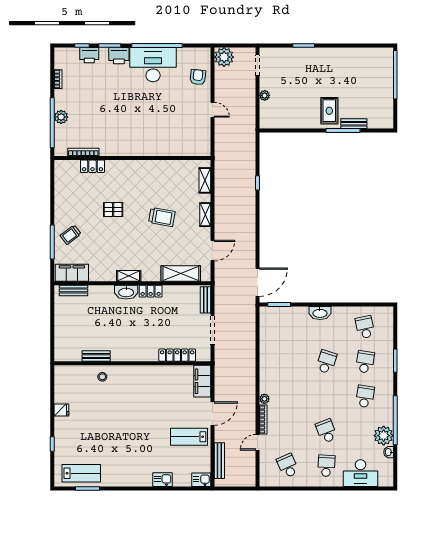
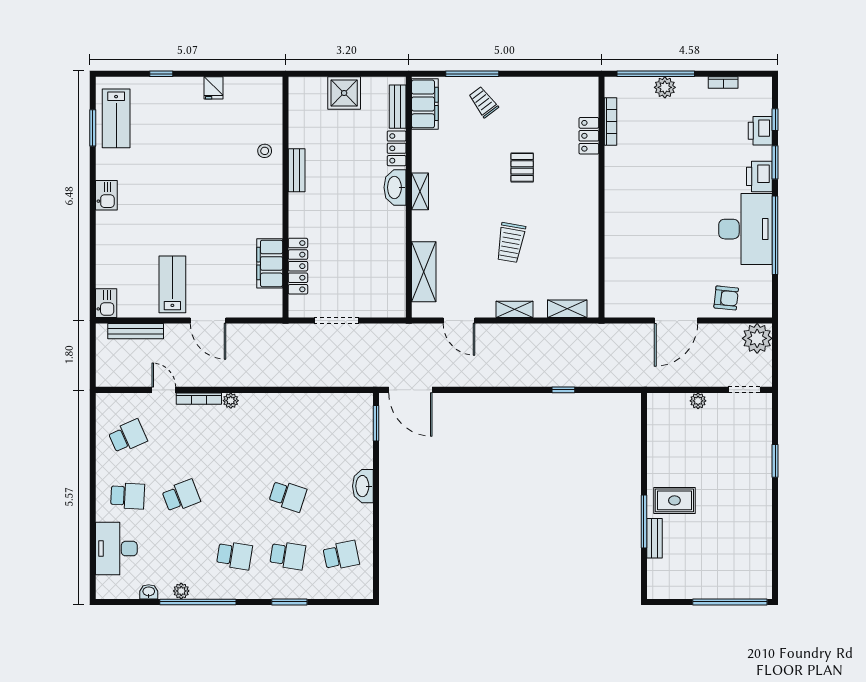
door: (212, 110) -> (676, 321), width x1.87
locker: (151, 291) -> (397, 148), moved
bench: (205, 300) -> (383, 310), removed
shower: (65, 325) -> (344, 93), added
bench: (96, 356) -> (297, 170), moved
filing cabinet: (202, 381) -> (270, 263), moved, turned -90
plant: (384, 436) -> (181, 591), width x0.53, depth x0.53
kitchen sink: (163, 480) -> (106, 195), moved

